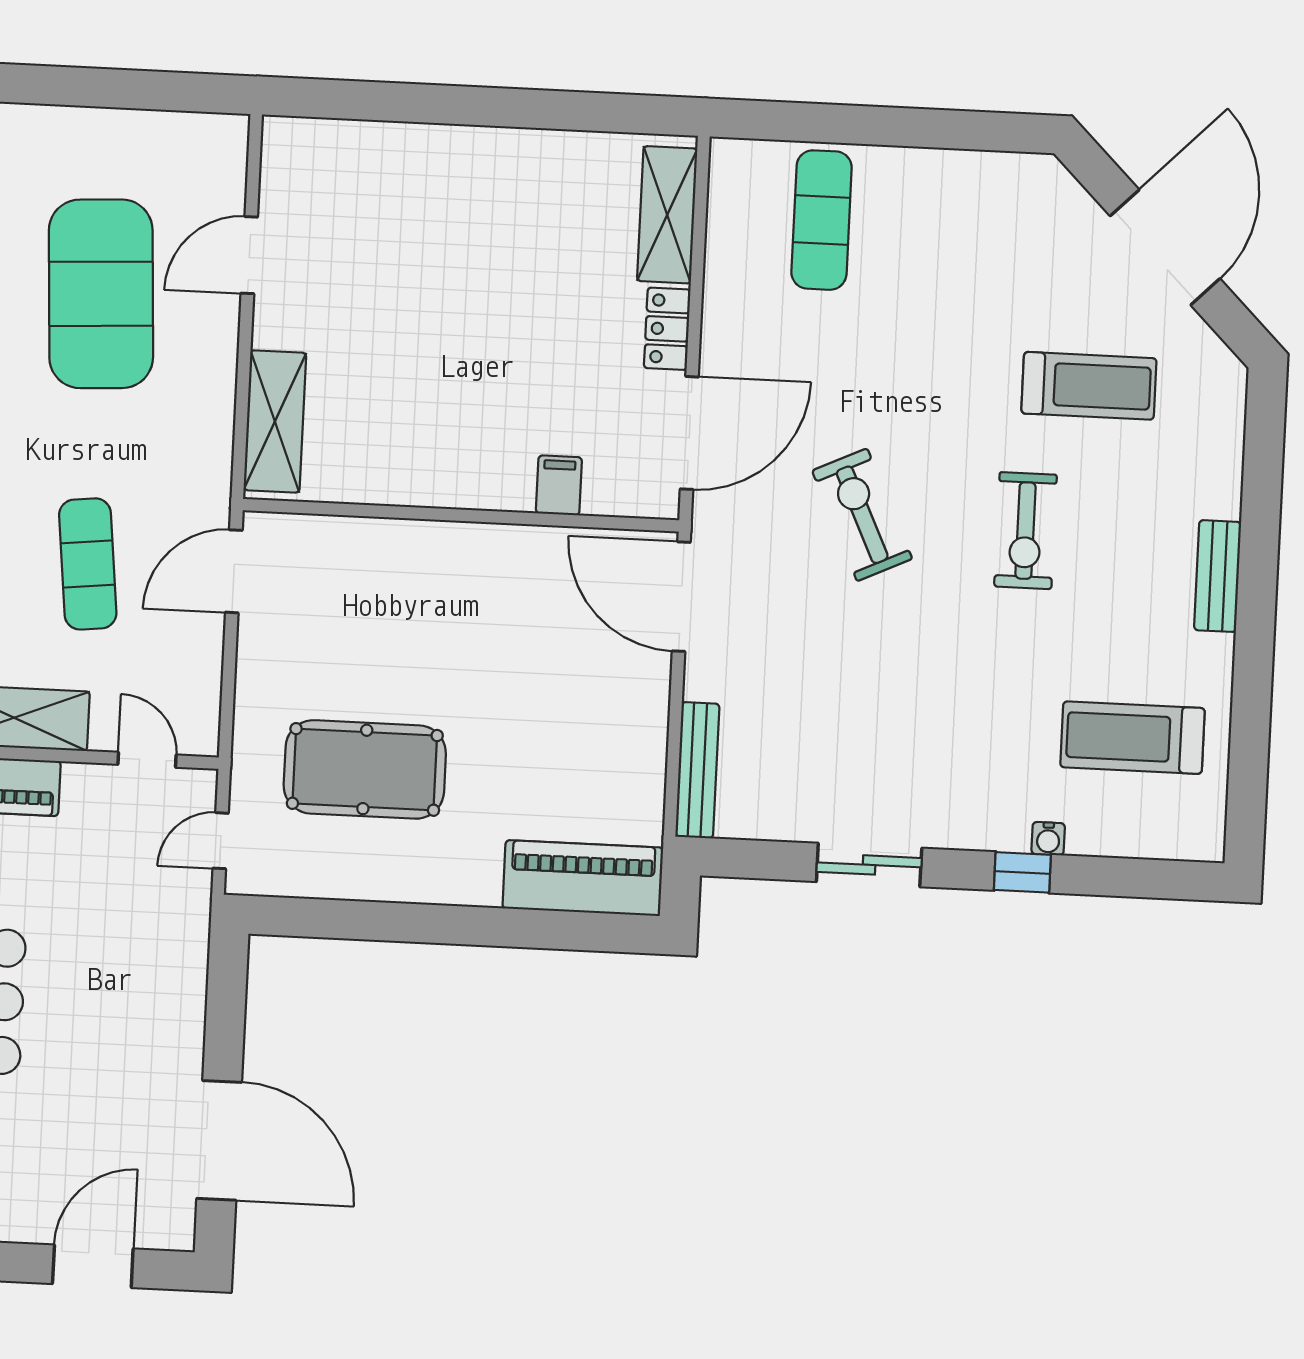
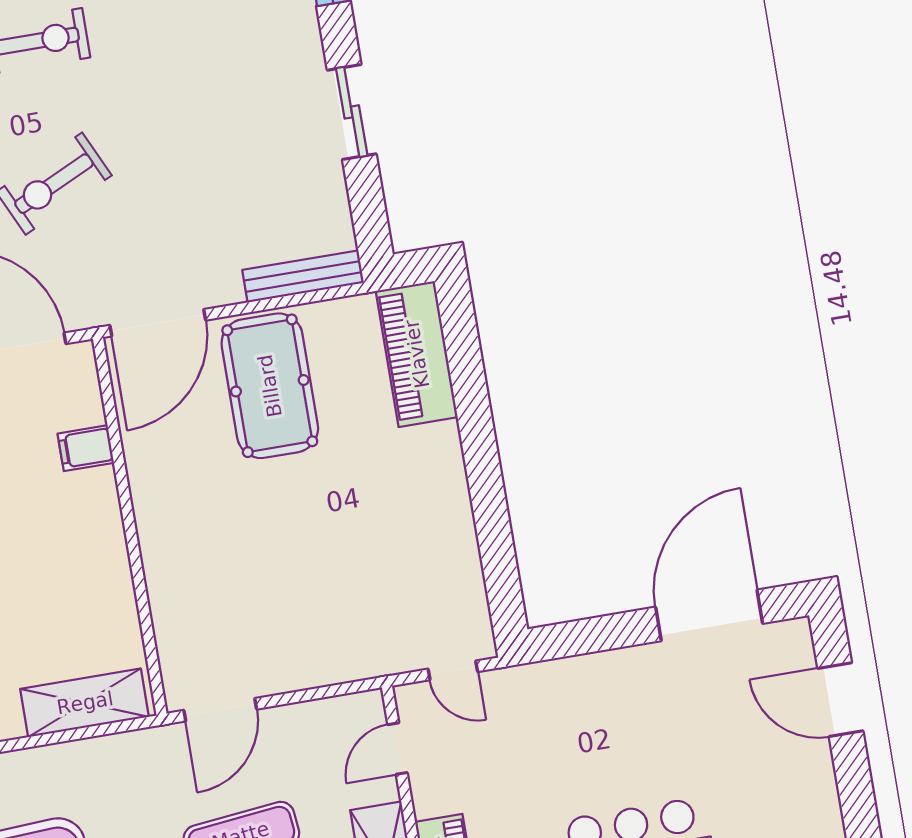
door: (234, 571) -> (220, 710), hinge flipped
pool table: (365, 769) -> (270, 386), moved

